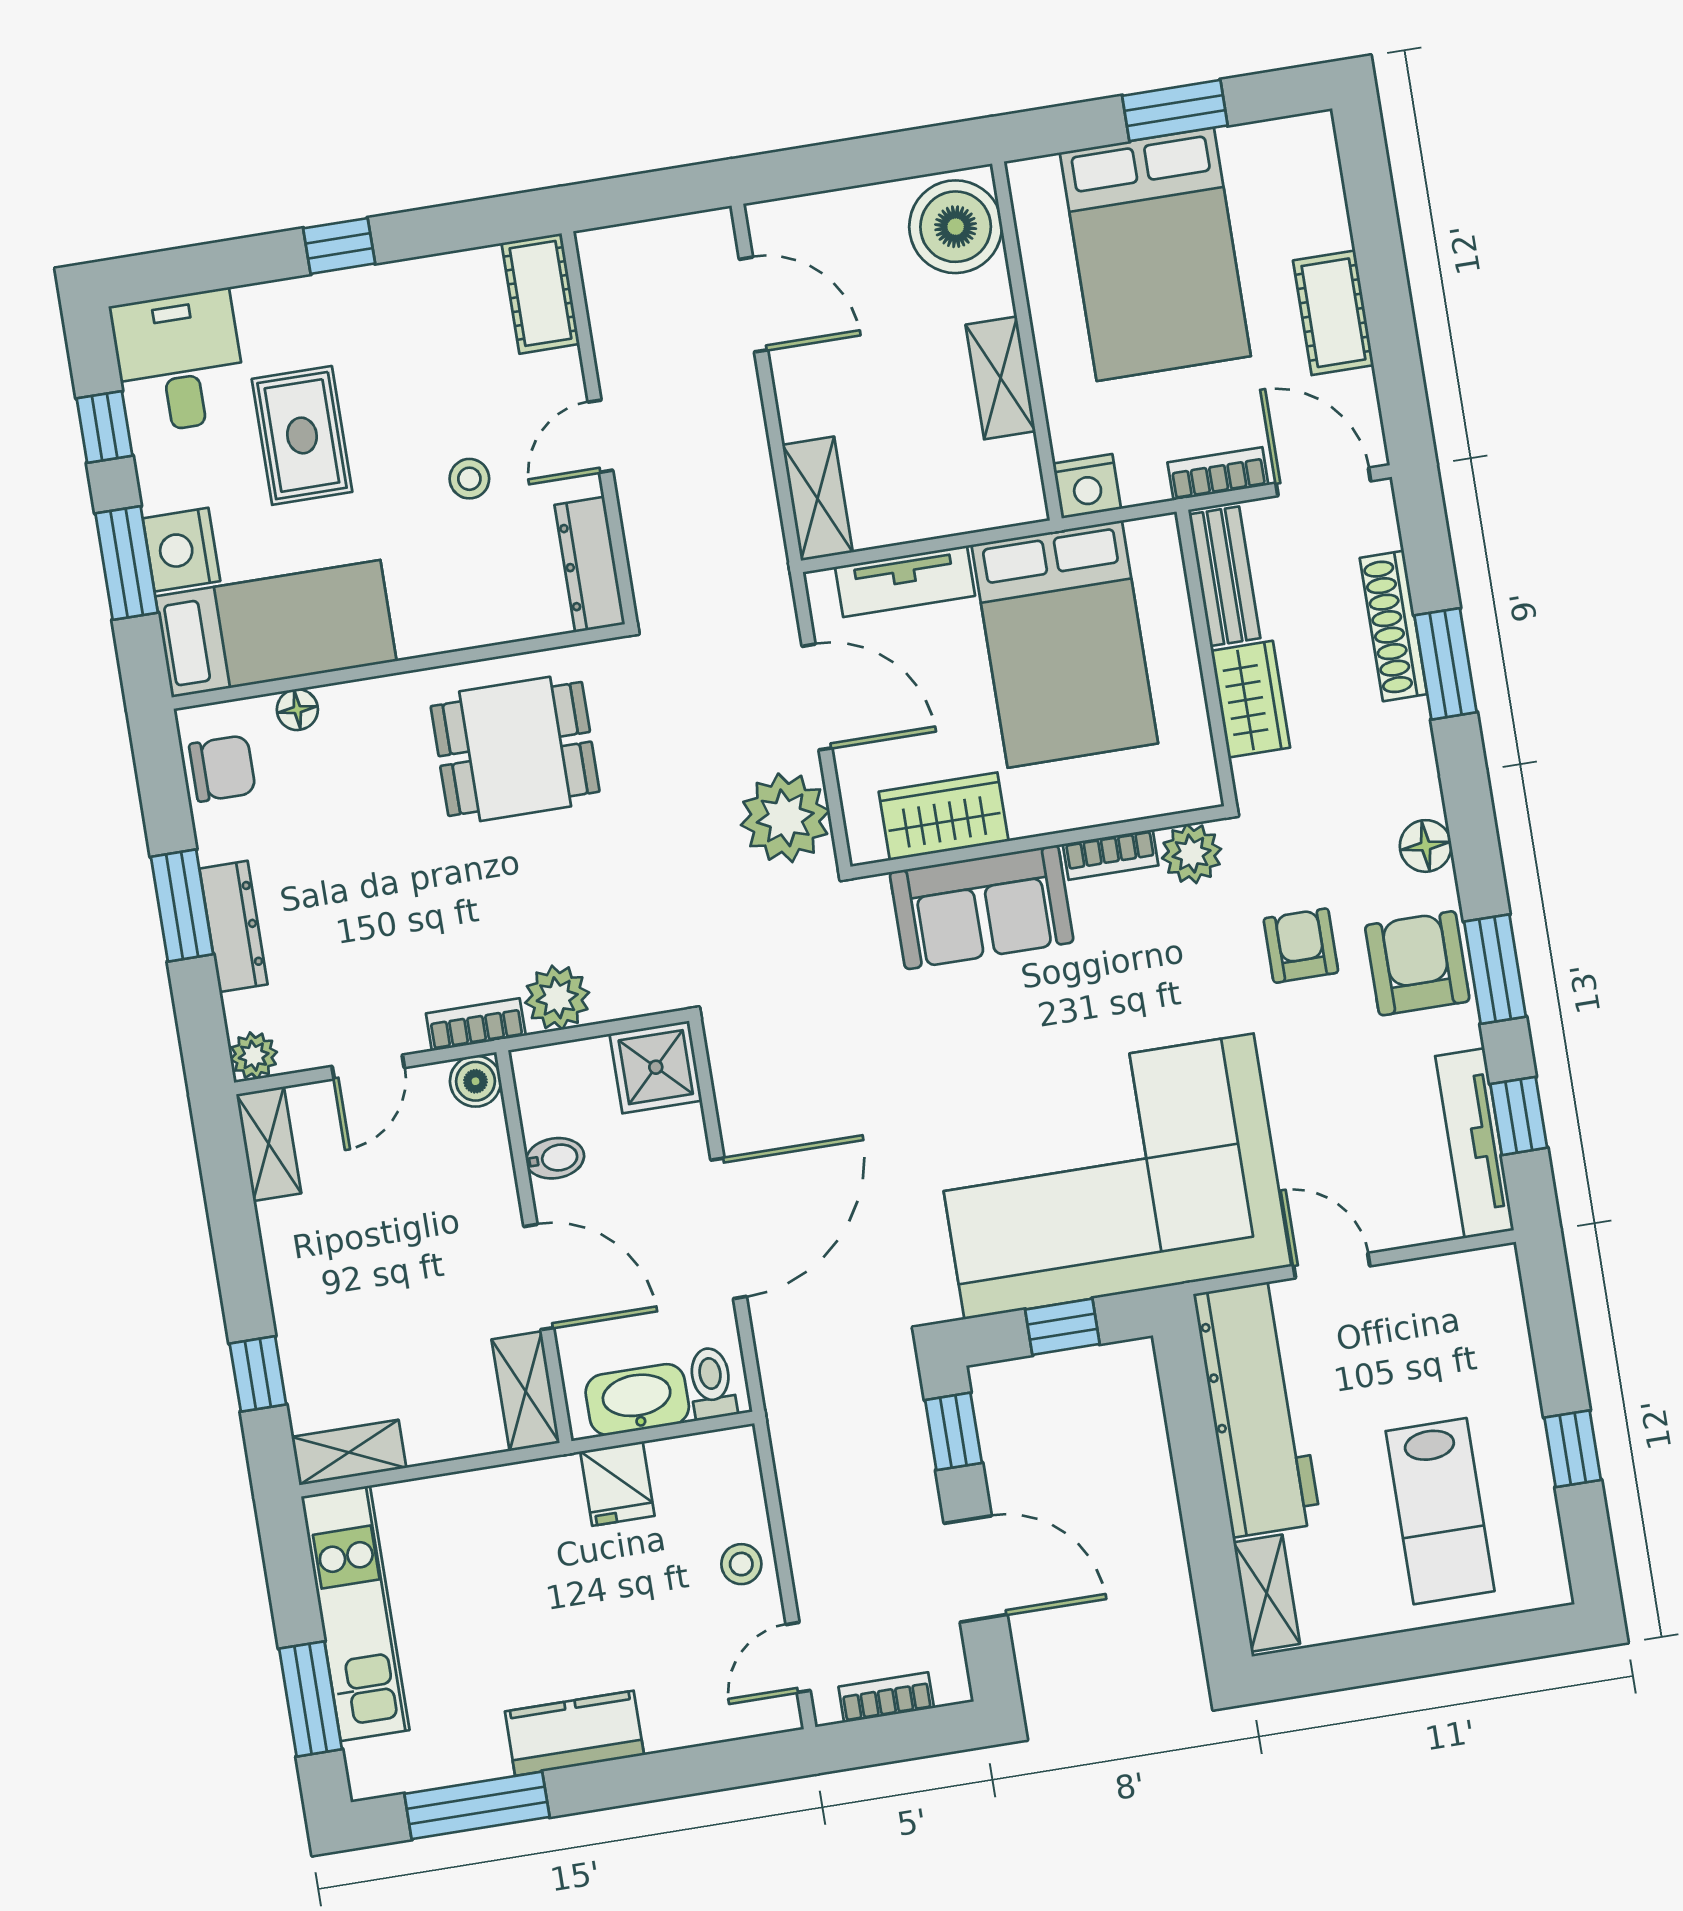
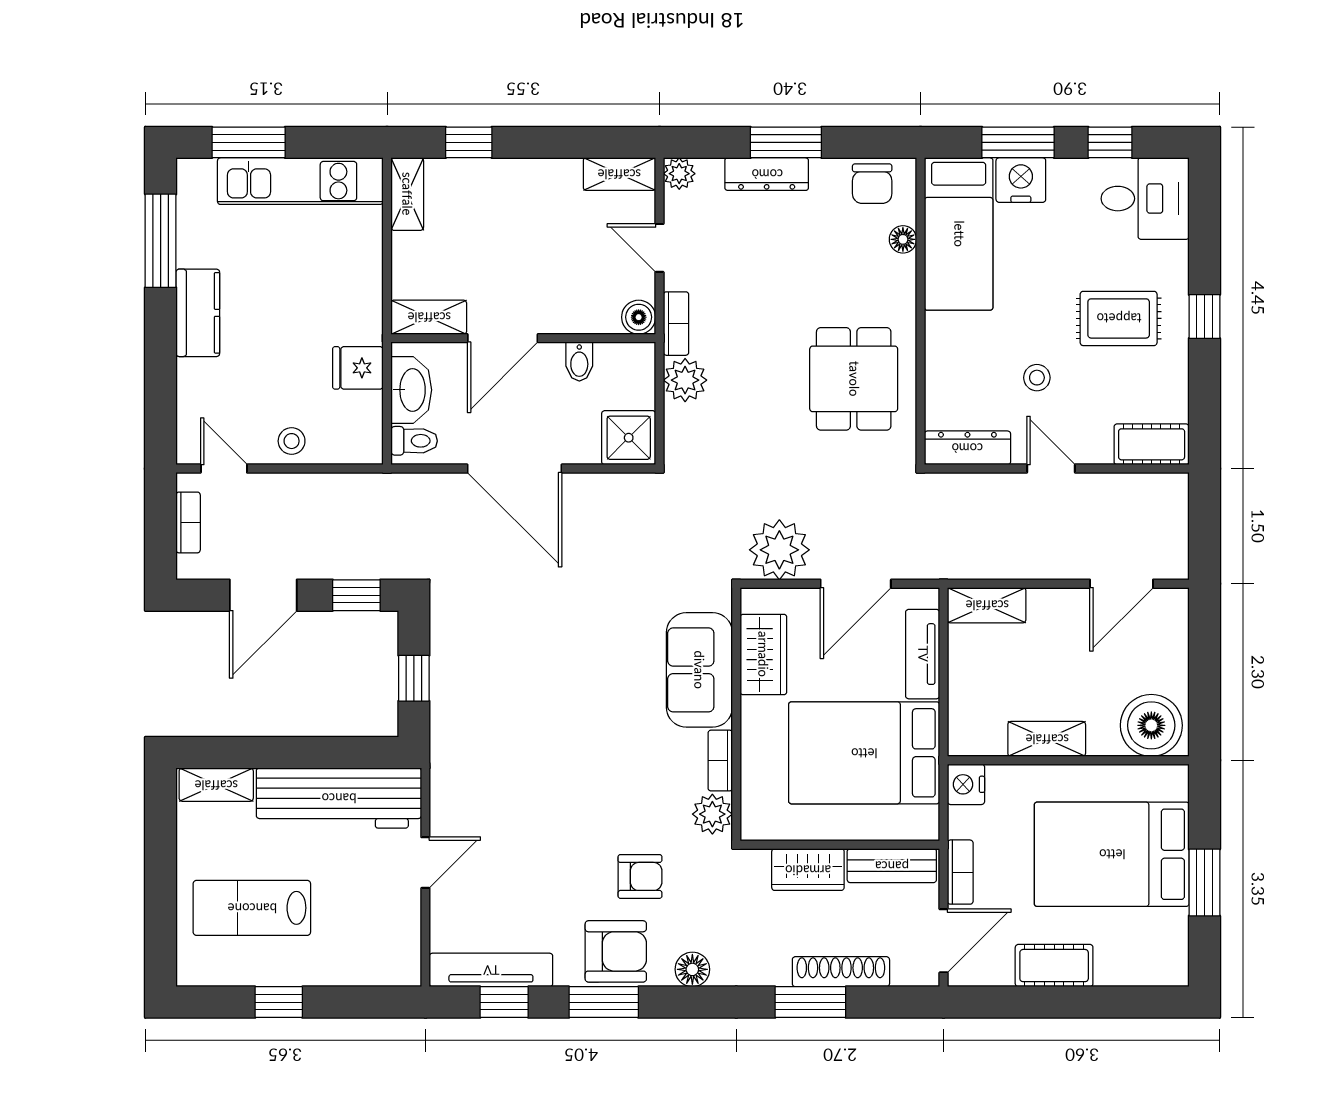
rug: (302, 435) -> (1119, 318), moved
corner sofa: (1109, 1176) -> (508, 725), removed

